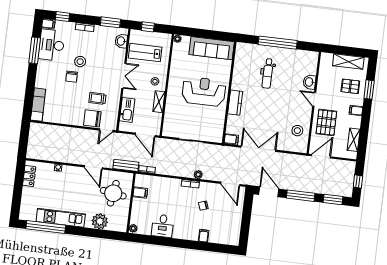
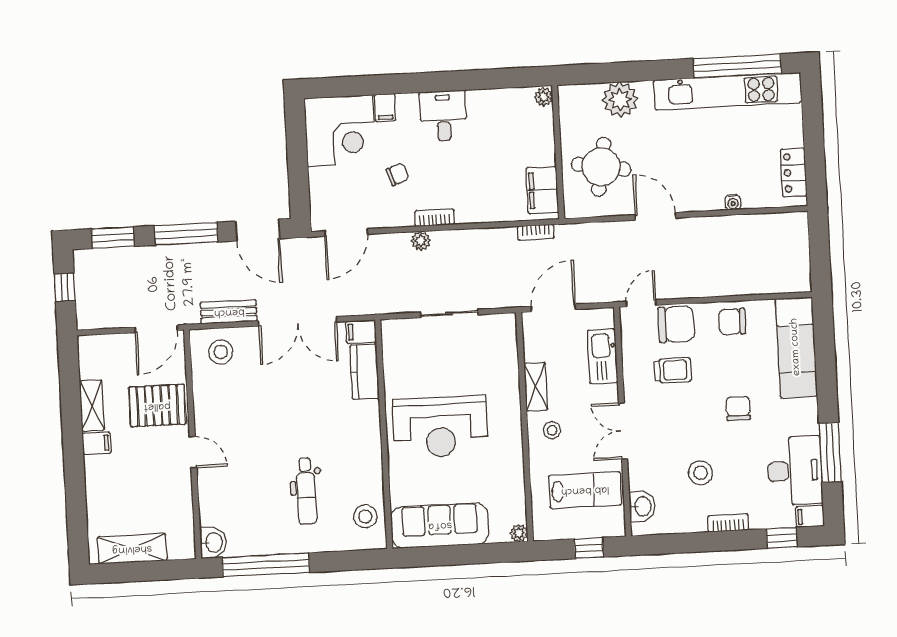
window: (110, 22) -> (673, 544), removed
window: (278, 43) -> (266, 565), moved
stool: (244, 58) -> (365, 516), added
stool: (80, 62) -> (700, 473), moved
dental chair: (268, 73) -> (306, 491), turned 180
washbasin: (309, 82) -> (213, 543), moved
pallet: (350, 86) -> (118, 495), removed
window: (369, 90) -> (76, 495), removed
kitchen counter: (235, 103) -> (364, 372), moved
exam couch: (38, 105) -> (796, 347), width x1.36, depth x1.45
chair: (68, 115) -> (732, 322), added
pallet: (326, 122) -> (157, 406), turned 90
stool: (297, 131) -> (221, 352), moved
door: (145, 135) -> (553, 308), hinge flipped
shelving: (354, 140) -> (92, 406), moved
bench: (126, 165) -> (229, 312), moved
door: (230, 184) -> (346, 233), swing flipped
filing cabinet: (140, 193) -> (542, 190), width x2.00
kitchen unit: (61, 218) -> (727, 91), width x1.36
desk: (163, 226) -> (443, 116), moved
corner desk: (225, 229) -> (340, 131), added

